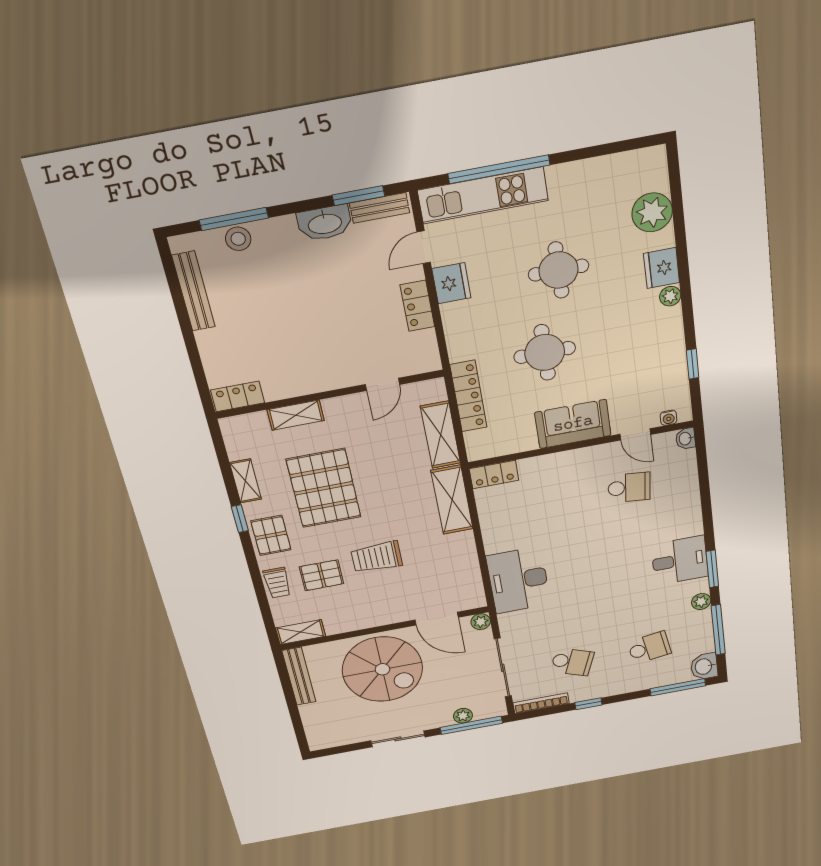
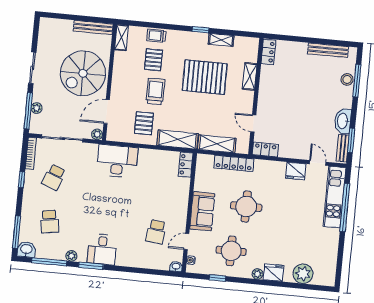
round table: (559, 270) -> (231, 251), moved
locker: (417, 306) -> (265, 150), moved
pallet: (271, 535) -> (144, 123), moved, turned 90

